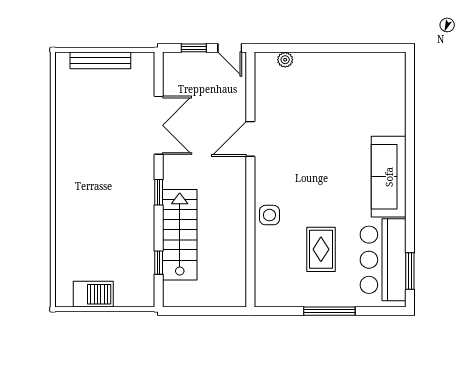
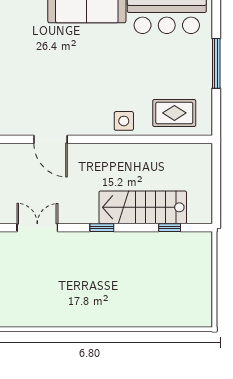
double door: (159, 125) -> (37, 228), width x0.73
rug: (321, 249) -> (174, 113), moved
barbecue: (93, 294) -> (200, 291), removed

